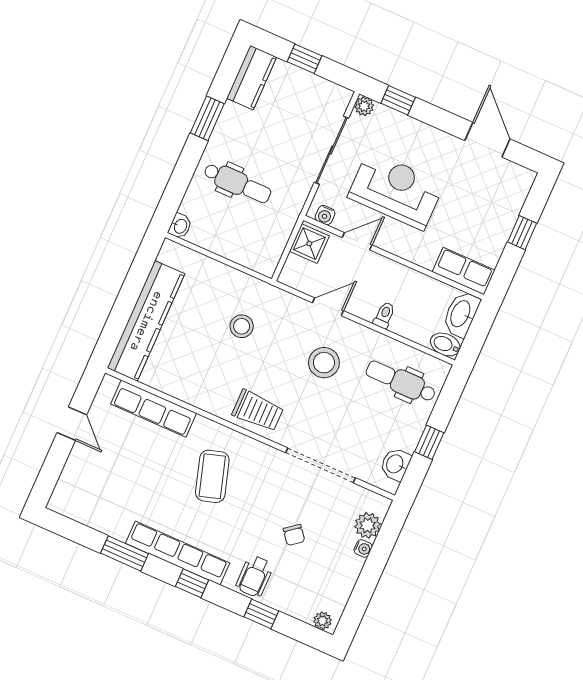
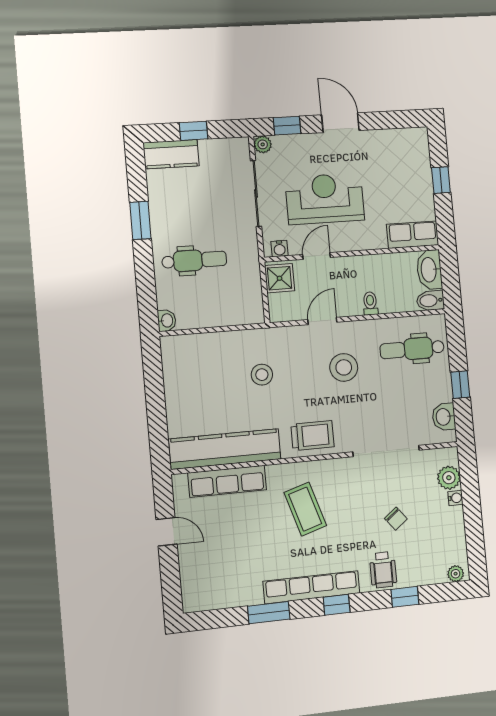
kitchen counter: (252, 78) -> (171, 154), moved, turned 90
door: (487, 140) -> (340, 123), moved
kitchen counter: (146, 321) -> (225, 449), moved, turned -90

